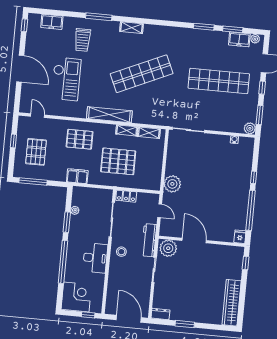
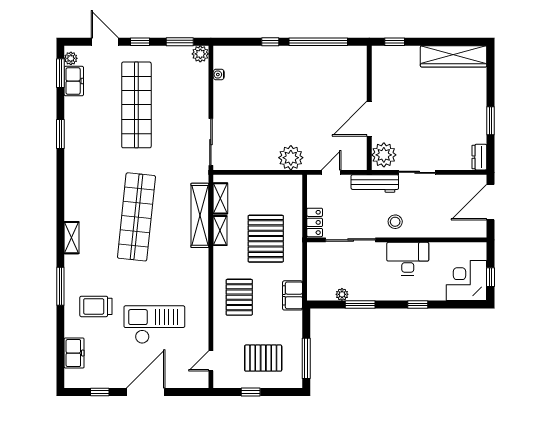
window: (24, 25) -> (100, 392), moved
window: (233, 29) -> (60, 73), moved
trolley: (83, 40) -> (96, 306), turned 180
shop shelf: (142, 74) -> (136, 217), turned 30
shelving: (109, 115) -> (200, 215), moved
fridge: (240, 237) -> (358, 53), removed
window: (63, 262) -> (418, 304), width x0.32
window: (88, 315) -> (491, 277), moved

